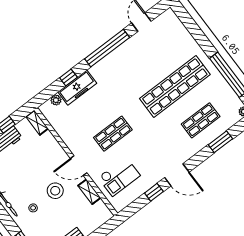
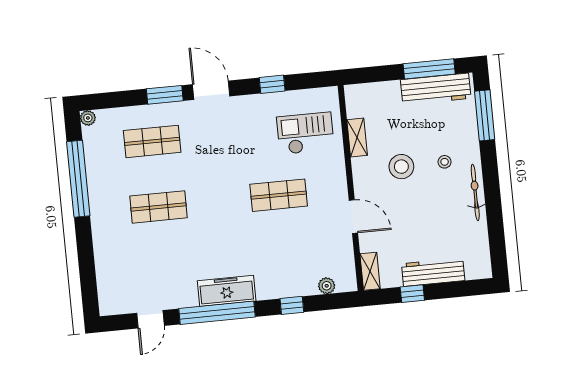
shop shelf: (175, 87) -> (158, 207), width x0.50, depth x0.74
freezer: (77, 88) -> (227, 291), moved
window: (220, 142) -> (165, 95), moved
door: (79, 166) -> (353, 217), moved
door: (177, 175) -> (211, 90), moved

